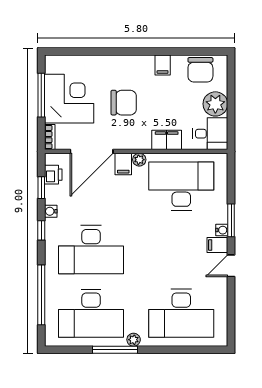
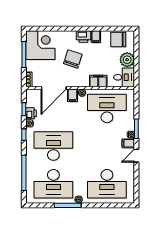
printer: (142, 65) -> (83, 36), added
chair: (200, 70) -> (118, 39), turned 90
corner desk: (69, 99) -> (40, 45), moved
chair: (124, 103) -> (73, 59), turned -72
printer: (53, 175) -> (31, 113), moved
desk: (91, 250) -> (53, 146), turned 180

